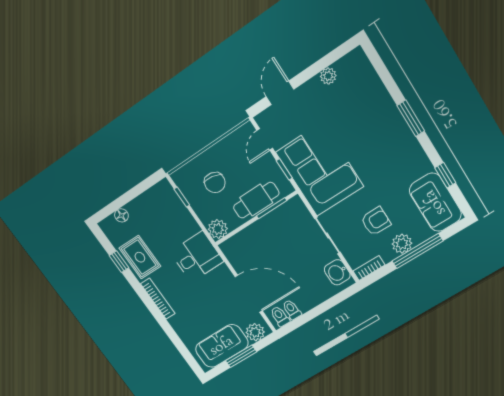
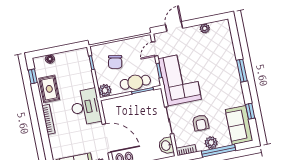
armchair: (376, 221) -> (201, 123), turned 90
desk: (197, 257) -> (86, 107), width x1.37
window: (119, 262) -> (33, 76), moved

